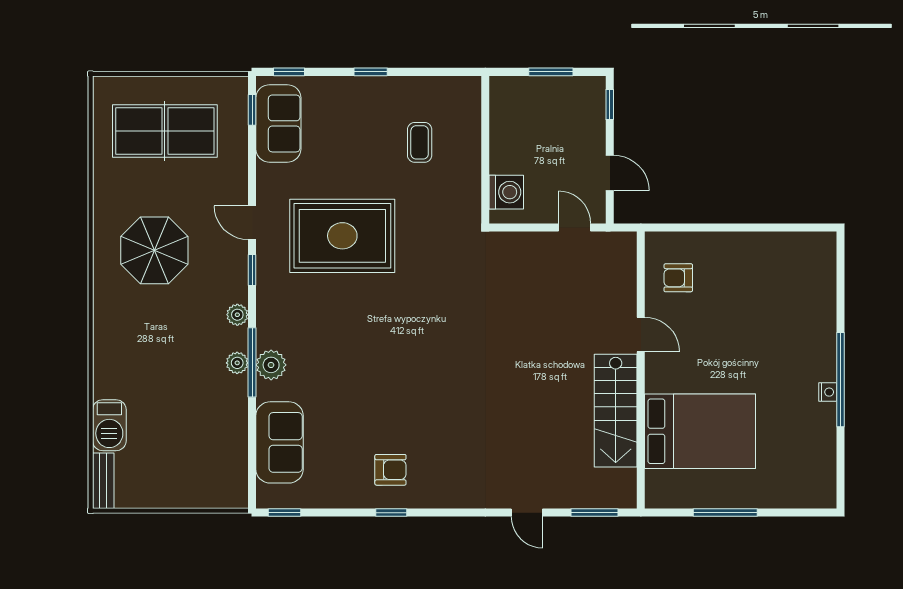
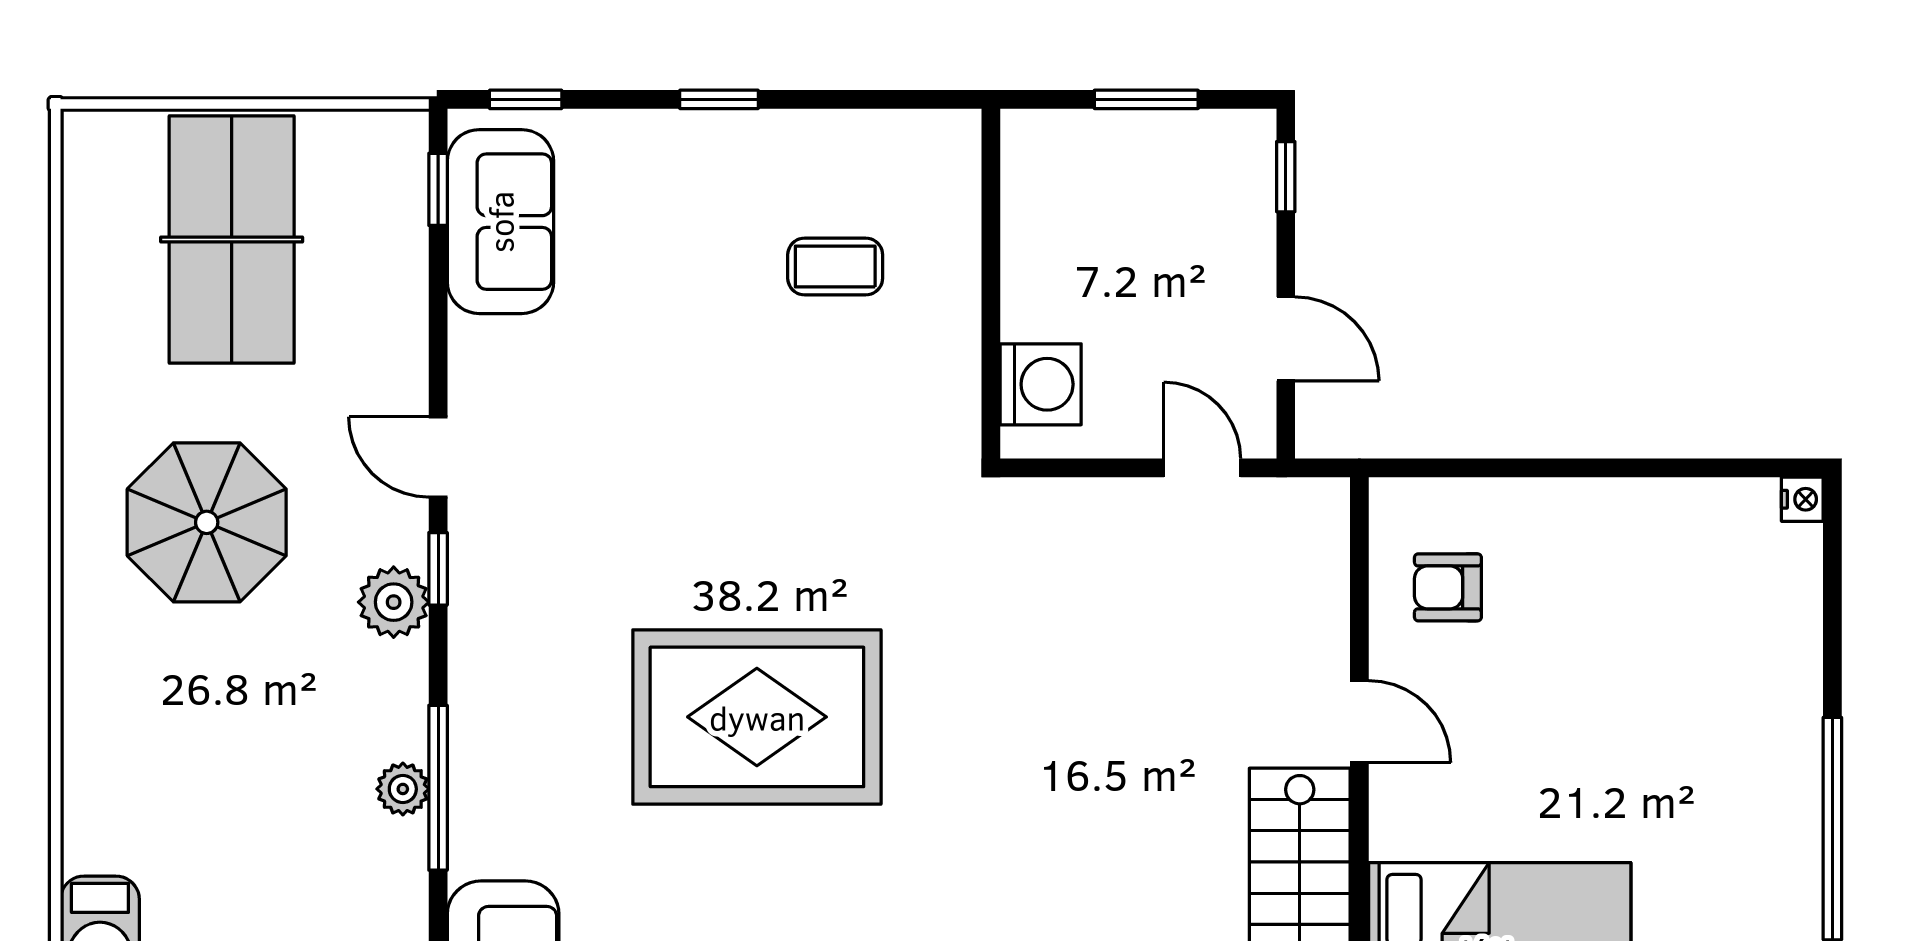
table tennis table: (165, 131) -> (232, 240), turned 90
coffee table: (420, 142) -> (835, 267), turned 90
rug: (342, 236) -> (757, 717), moved
plant: (237, 315) -> (394, 602), moved, width x1.38, depth x1.38
plant: (271, 365) -> (483, 794), removed
nightstand: (828, 392) -> (1802, 499), moved

